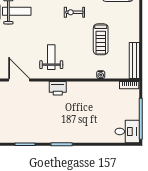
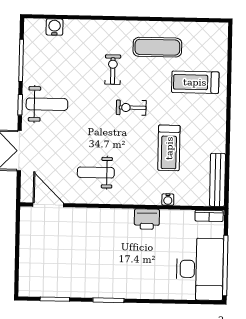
weight bench: (51, 57) -> (96, 172), turned -90
printer: (58, 88) -> (147, 219), moved
desk: (127, 131) -> (200, 269), width x1.87, depth x1.30

